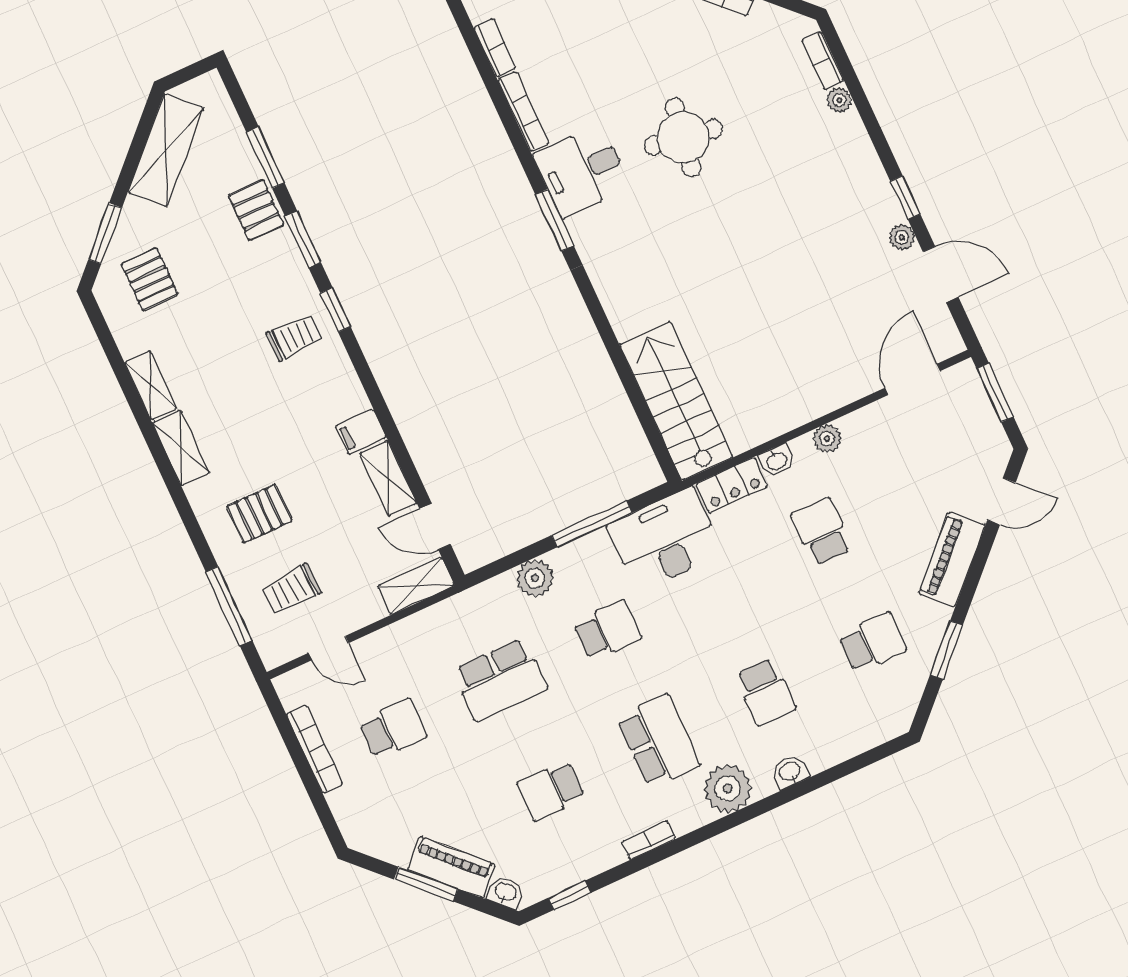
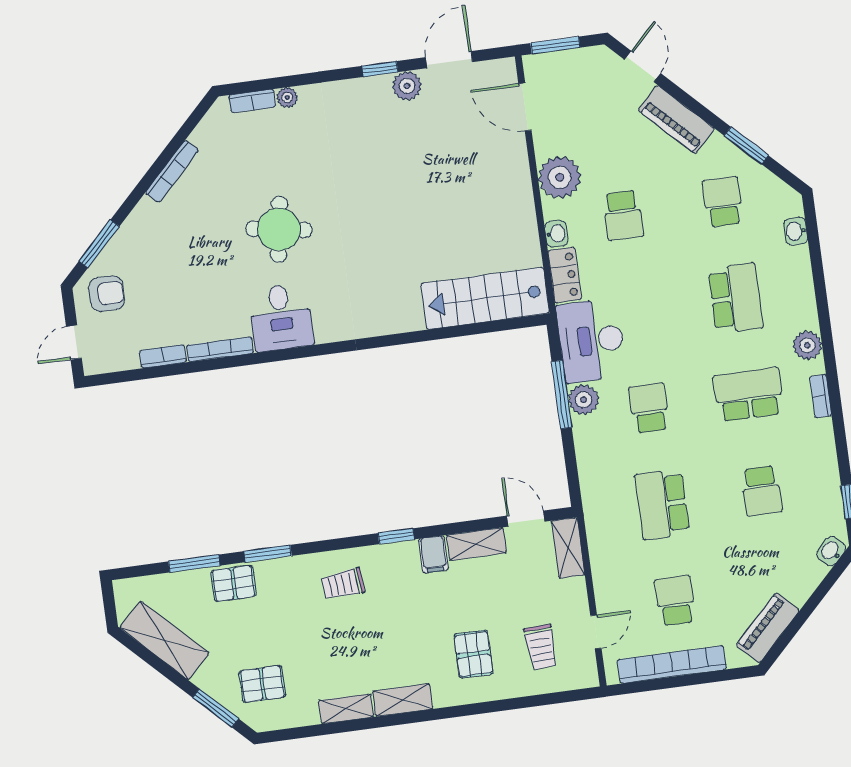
window: (555, 220) -> (313, 351), removed
plant: (902, 237) -> (407, 86), width x1.38, depth x1.38
window: (335, 310) -> (396, 536), moved
trolley: (294, 337) -> (343, 584), turned -95
plant: (827, 439) -> (560, 177), width x1.87, depth x1.87
door: (435, 526) -> (526, 519), swing flipped
school desk: (822, 532) -> (623, 215), turned -90
plant: (535, 578) -> (583, 400), moved
window: (229, 606) -> (539, 700), removed
school desk: (500, 680) -> (662, 504), turned 180
school desk: (765, 692) -> (736, 298), width x1.85
bookcase: (314, 749) -> (672, 664), width x1.48, depth x1.31
washbasin: (790, 772) -> (796, 231), moved
plant: (728, 789) -> (807, 345), width x0.73, depth x0.73
bookcase: (649, 840) -> (821, 396), moved
piano: (451, 867) -> (768, 628), moved
window: (426, 884) -> (805, 612), removed

